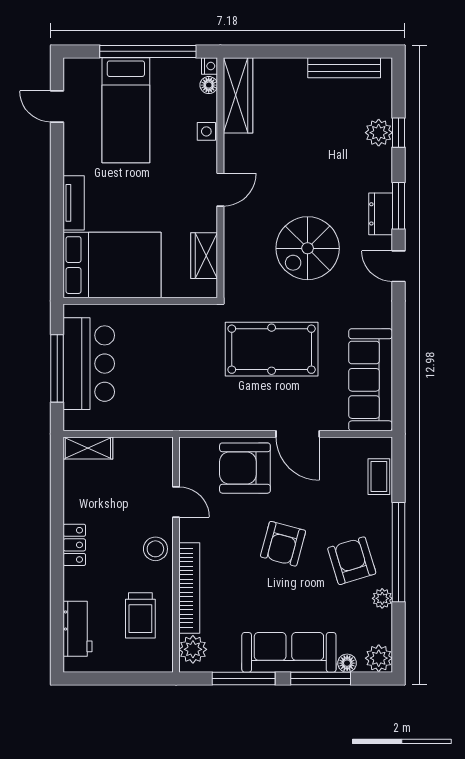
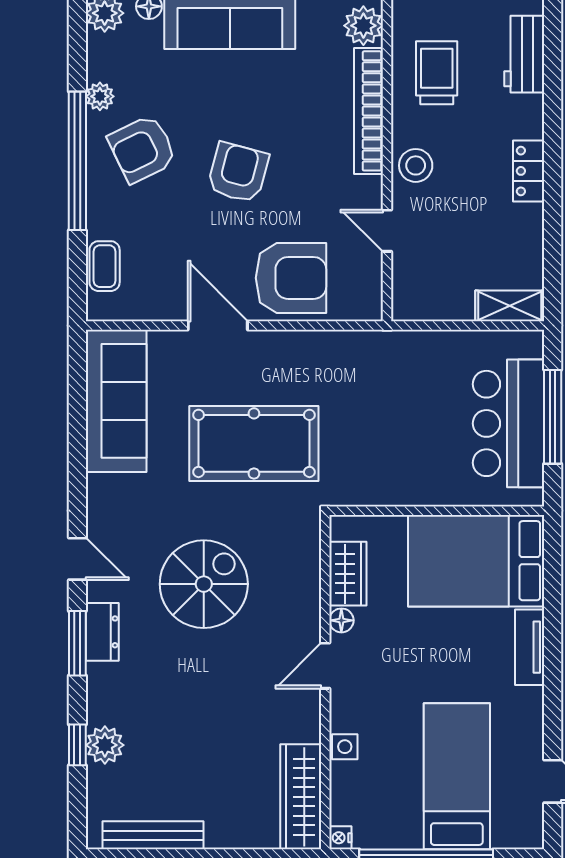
floor lamp: (209, 85) -> (341, 620), moved
armchair: (352, 561) -> (142, 149), turned 81

